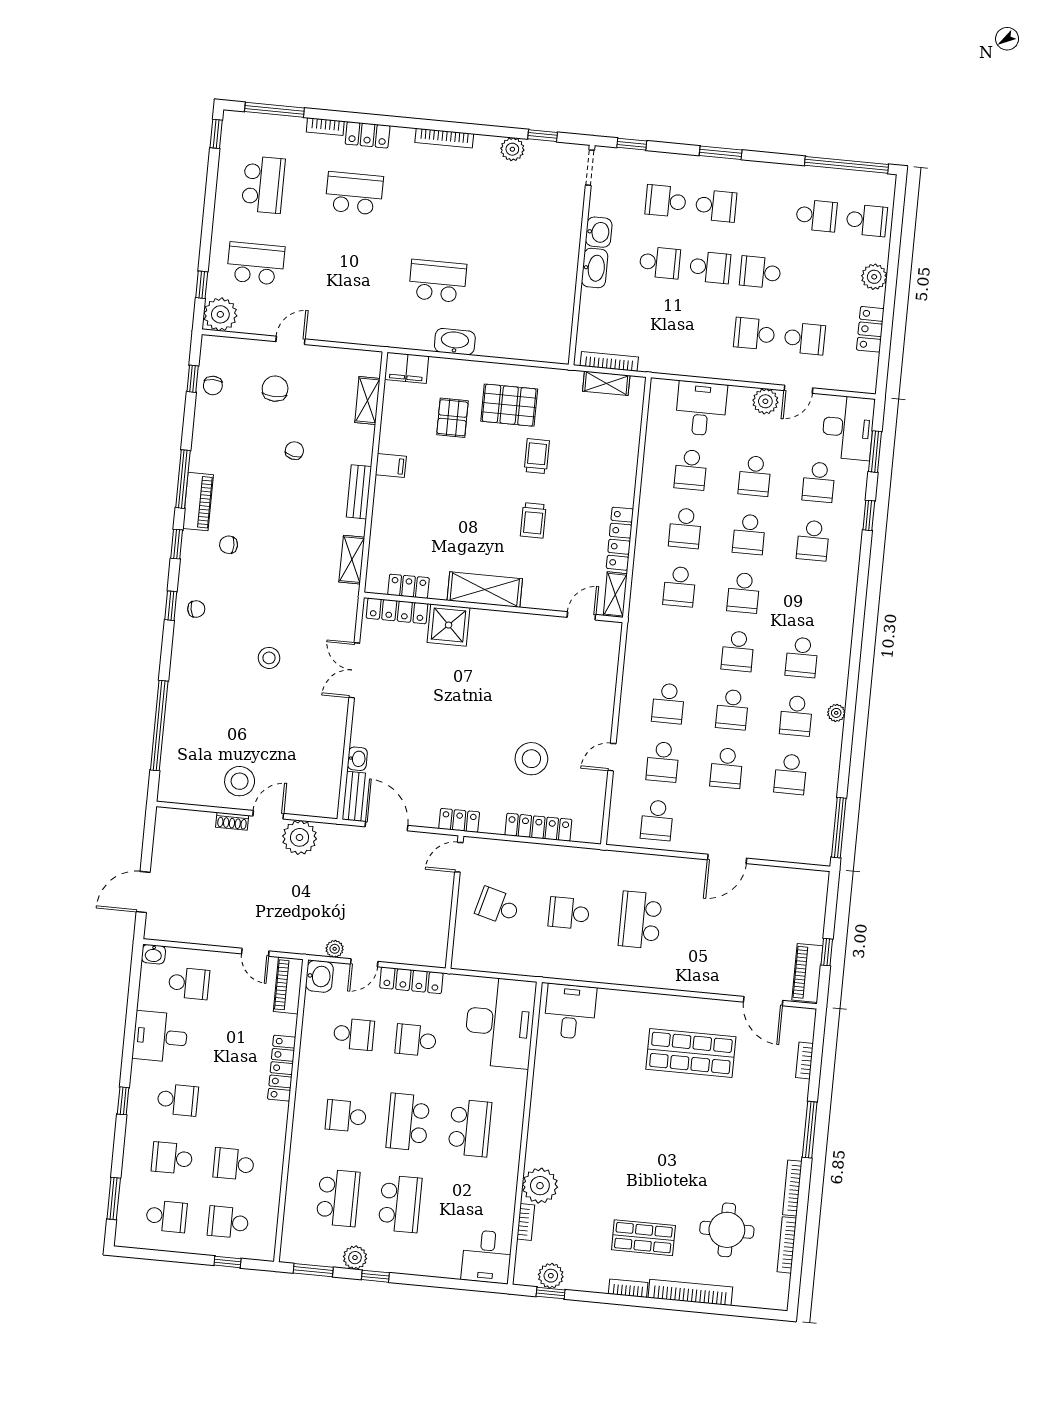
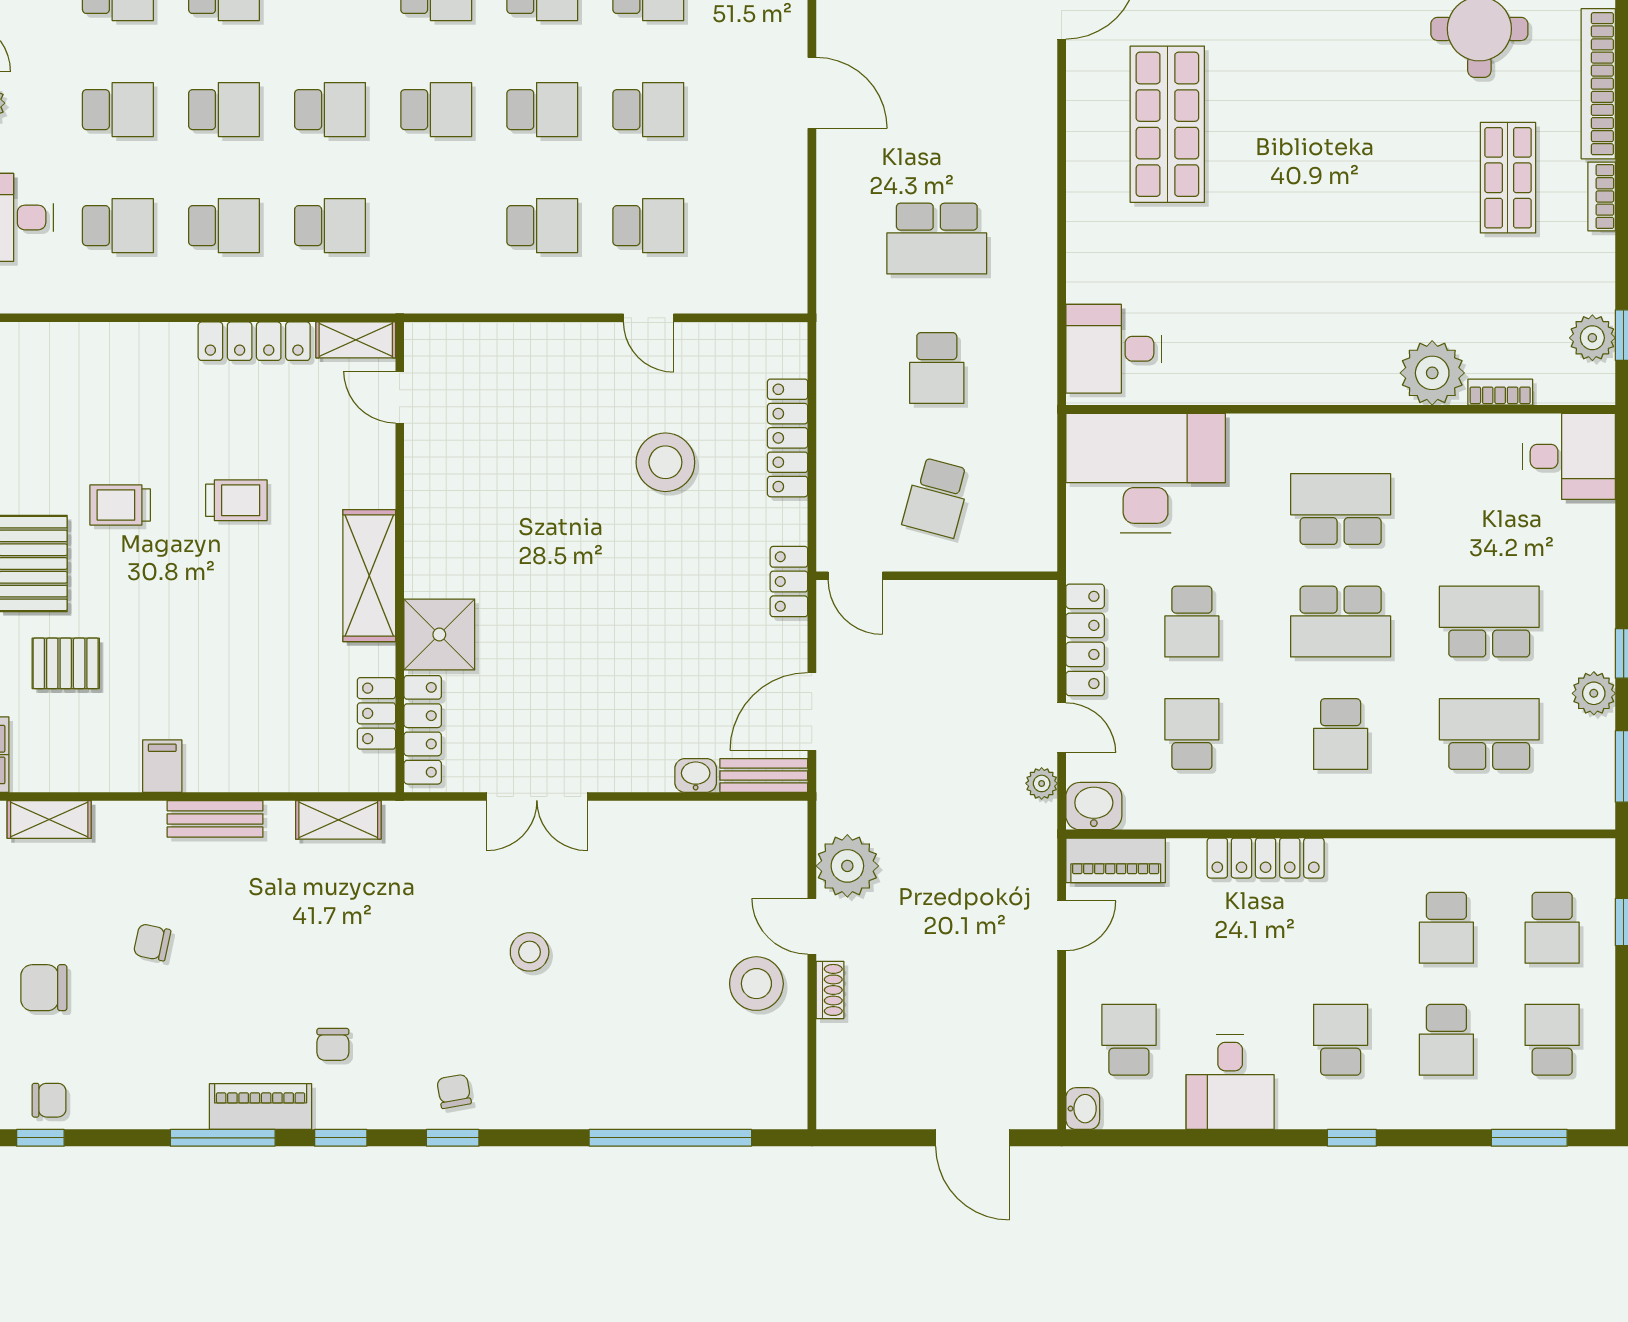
school desk: (657, 820) -> (754, 226), removed

